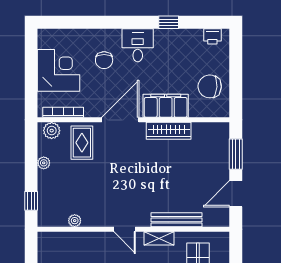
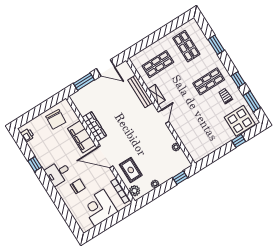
rug: (82, 143) -> (131, 170), turned 90

